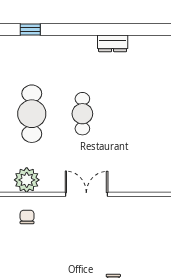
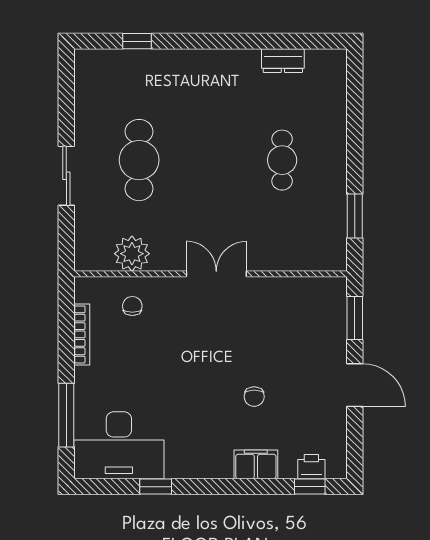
dresser: (113, 43) -> (283, 61), moved
cafe table: (82, 114) -> (282, 160), moved

